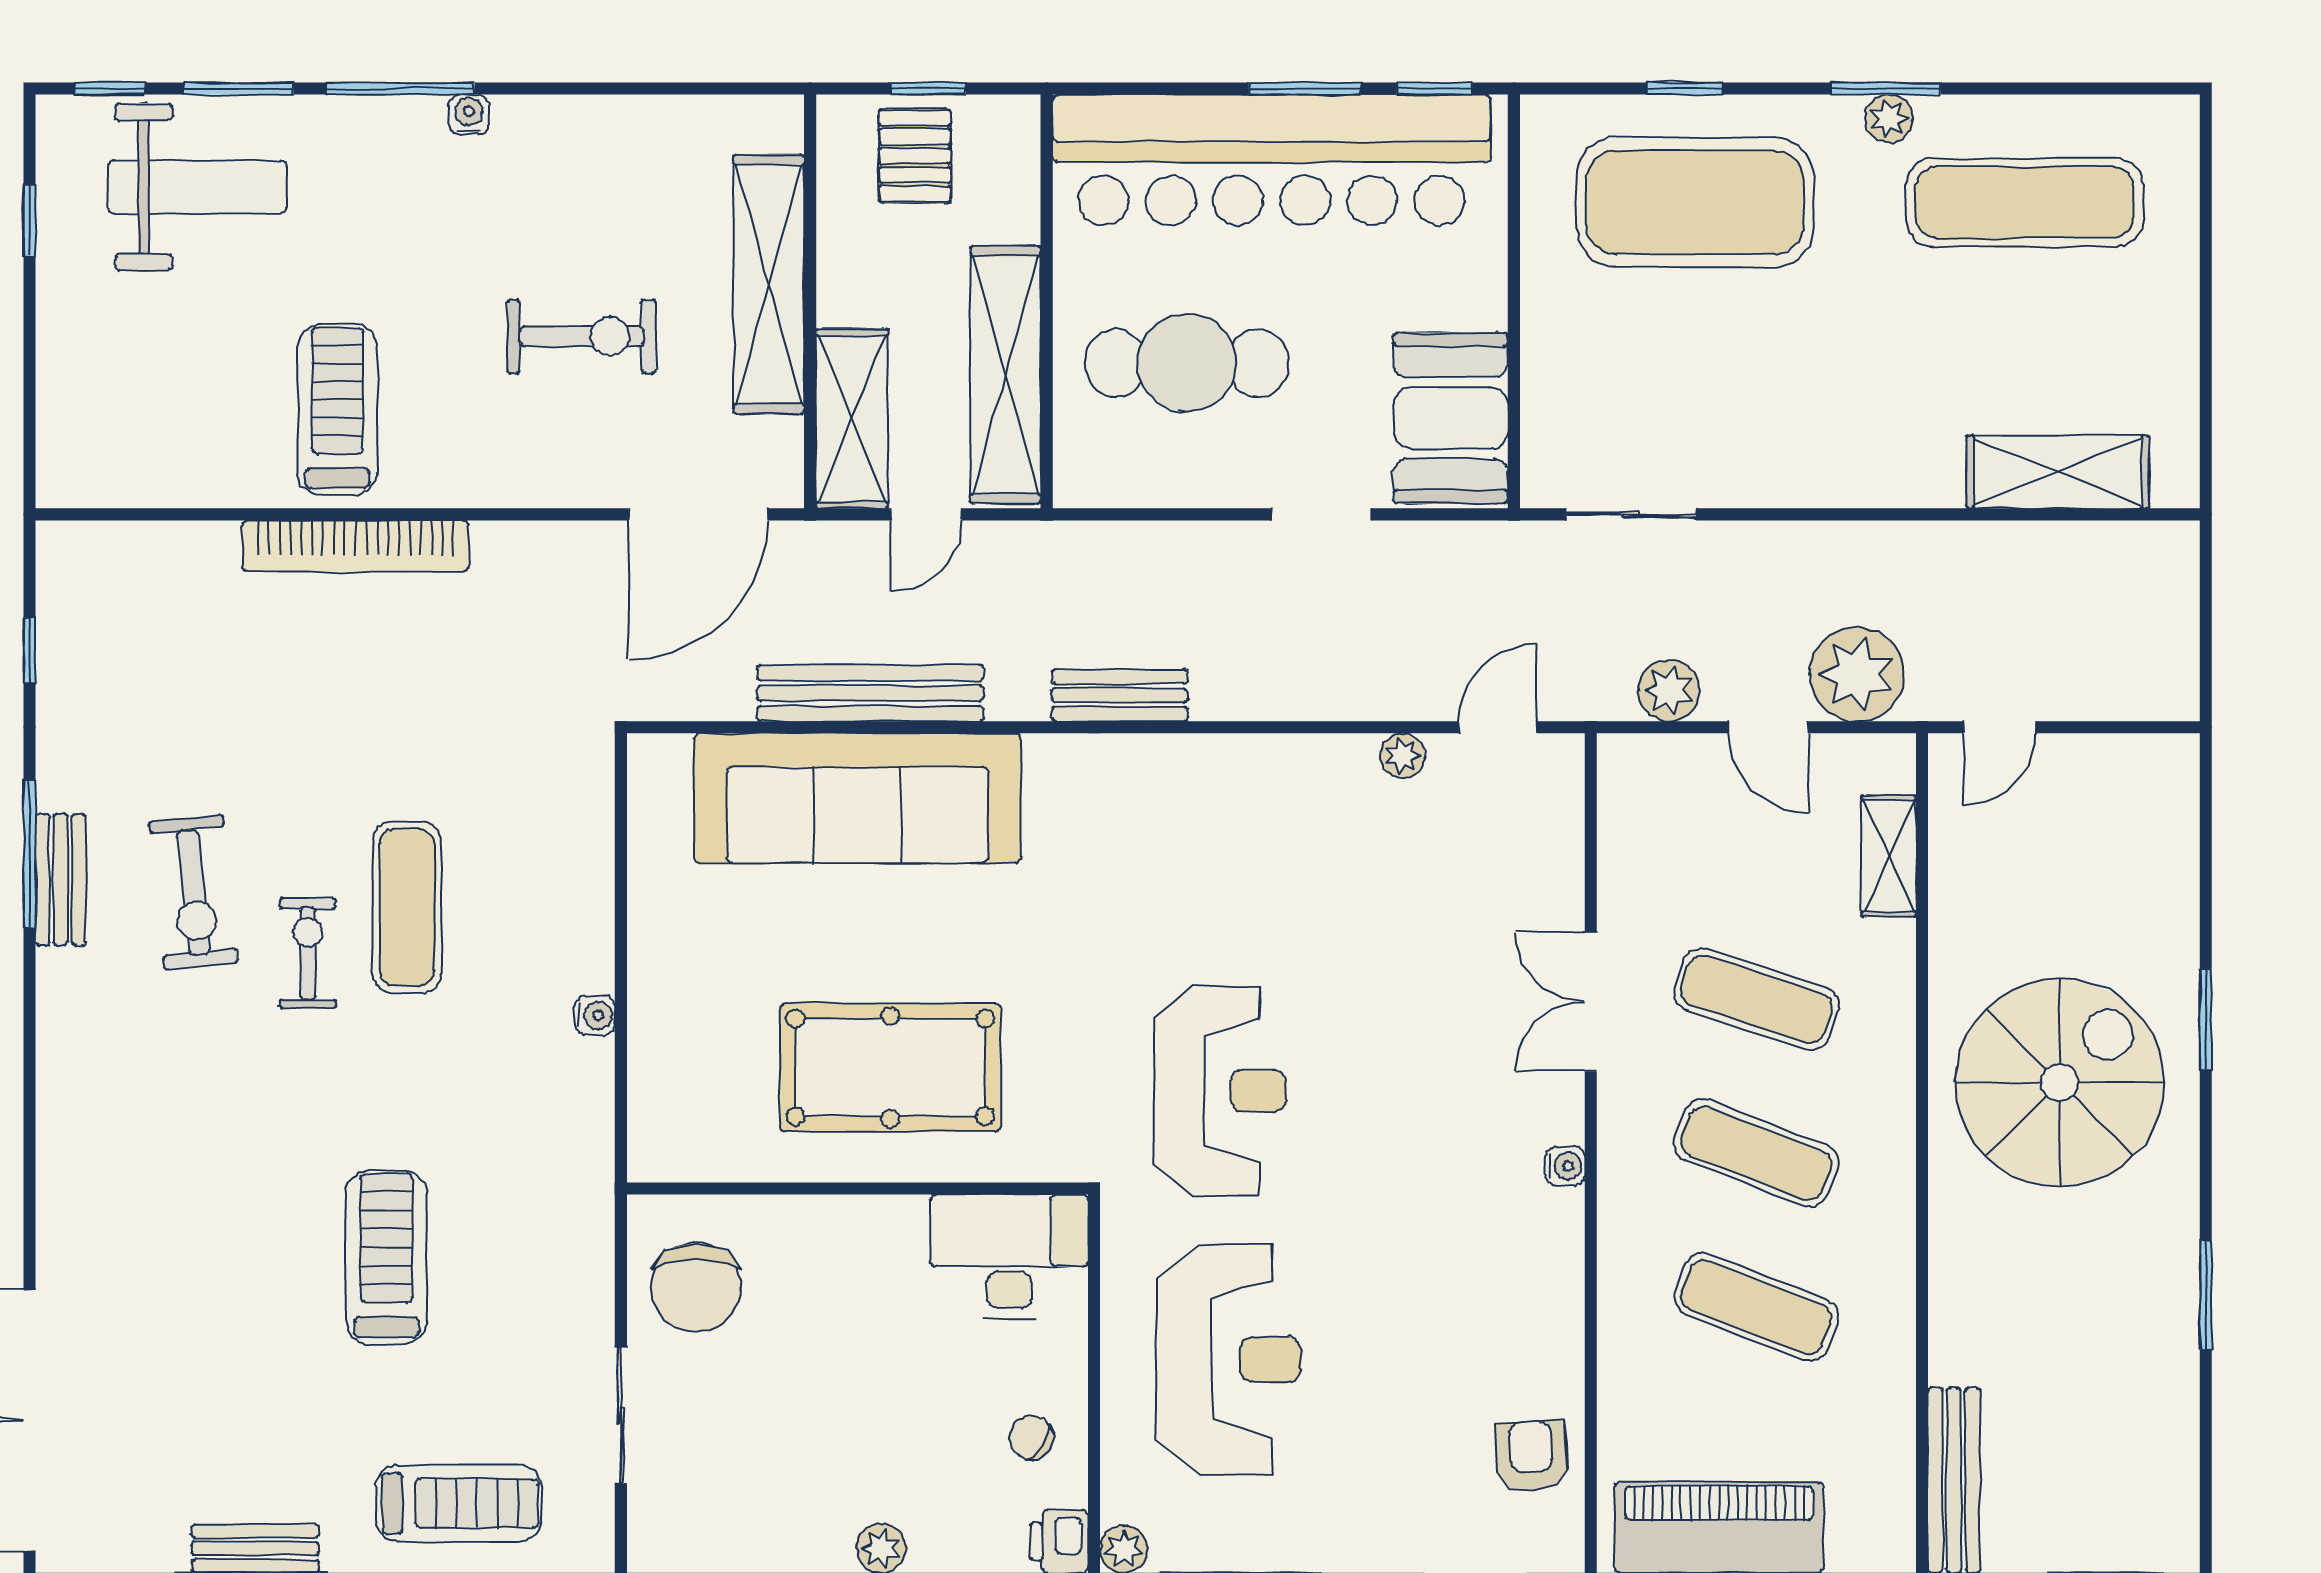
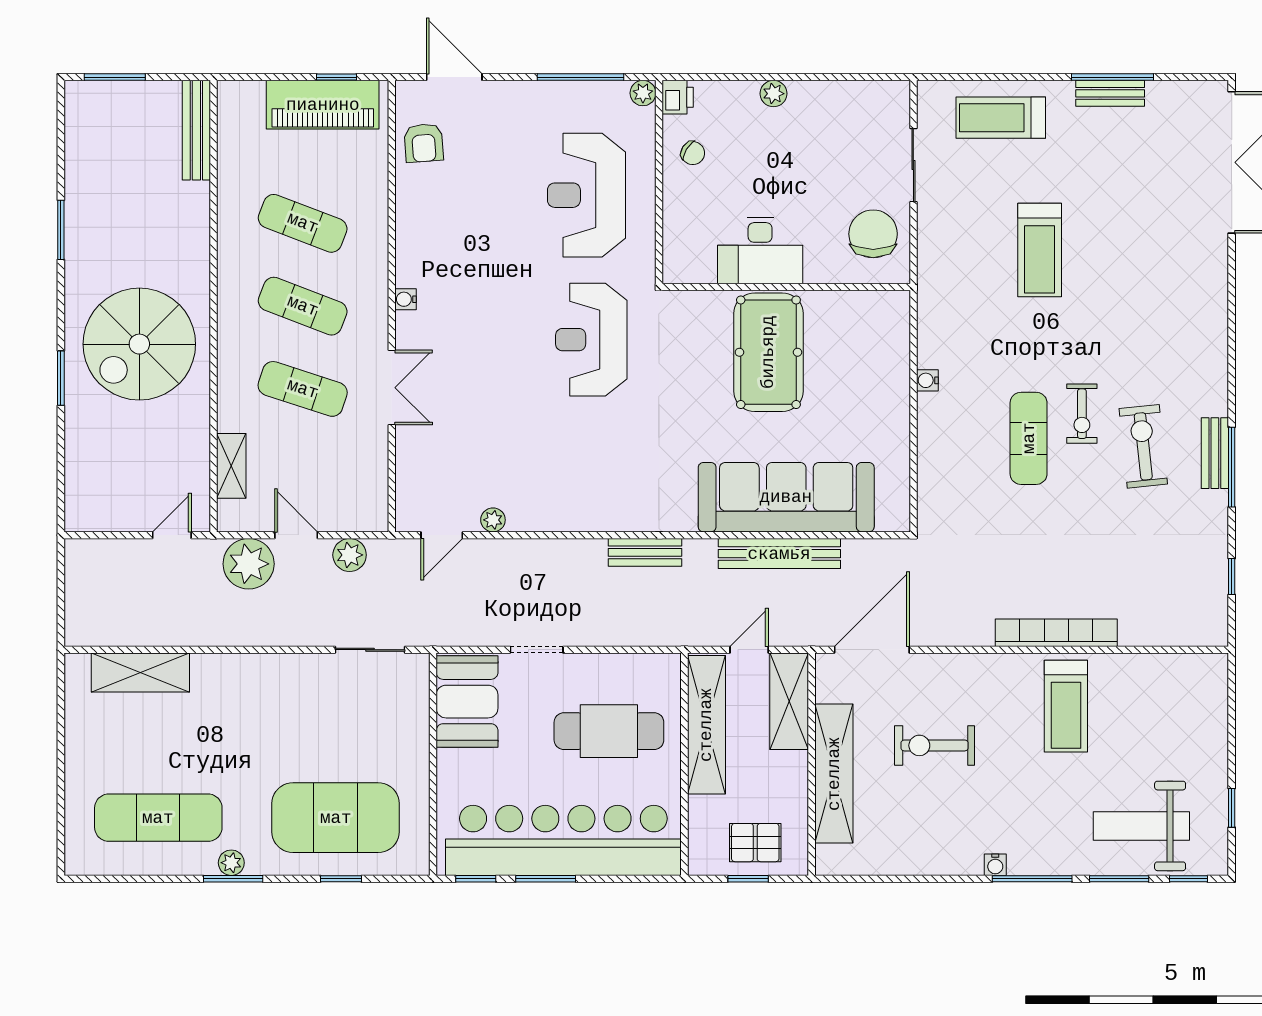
pallet: (915, 156) -> (755, 843), turned 90
pool table: (890, 1067) -> (768, 352), turned 90
desk: (1009, 1256) -> (760, 251), moved

